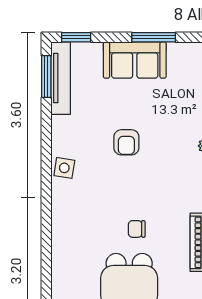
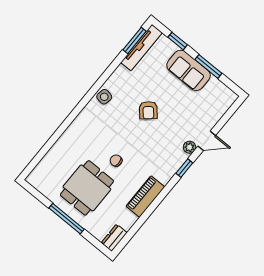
window: (76, 37) -> (178, 41), moved
armchair: (126, 142) -> (148, 110), turned -41

